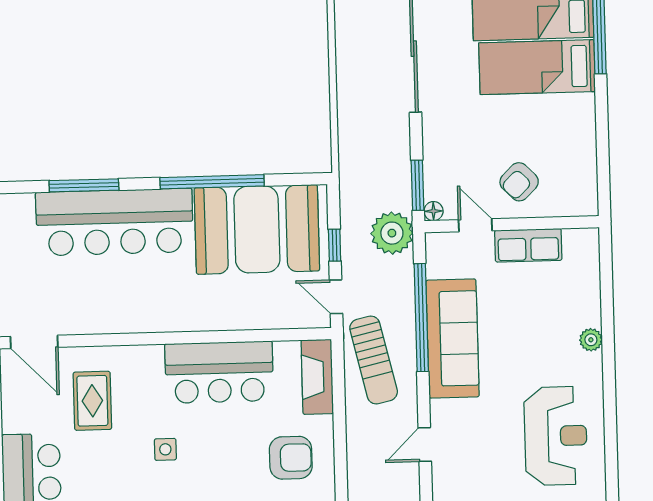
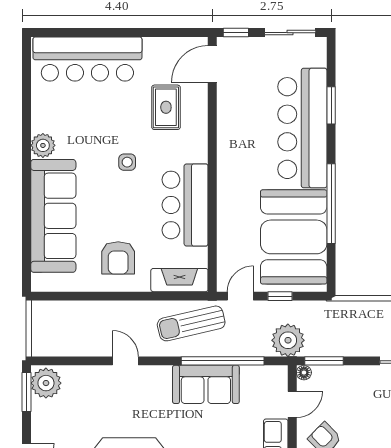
window: (84, 185) -> (331, 105), width x0.69
sofa: (453, 339) -> (206, 384), width x0.73
rug: (92, 401) -> (166, 107), turned 90

